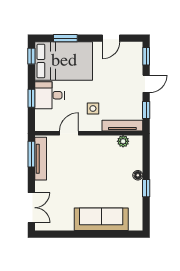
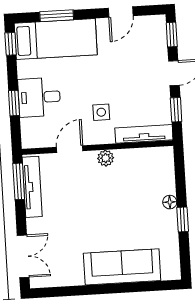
bed: (64, 61) -> (56, 39), width x0.67
plant: (123, 141) -> (106, 158), moved

